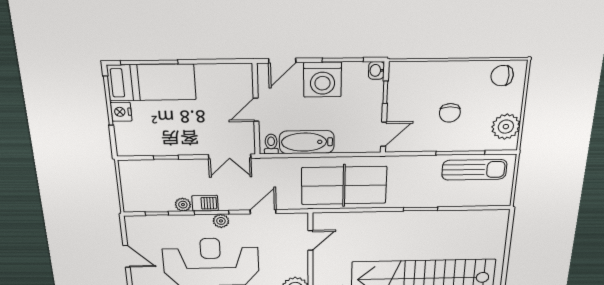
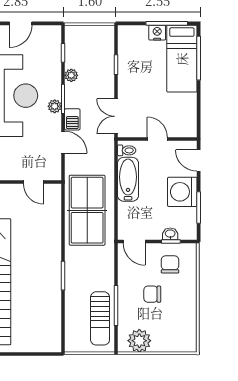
washbasin: (376, 70) -> (170, 234), moved
chair: (502, 76) -> (170, 264), moved
barbecue: (205, 203) -> (72, 119), moved

